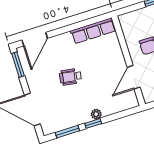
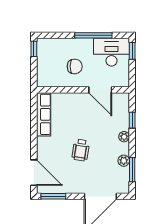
plant: (73, 121) -> (124, 161), added
window: (93, 123) -> (132, 120), moved

